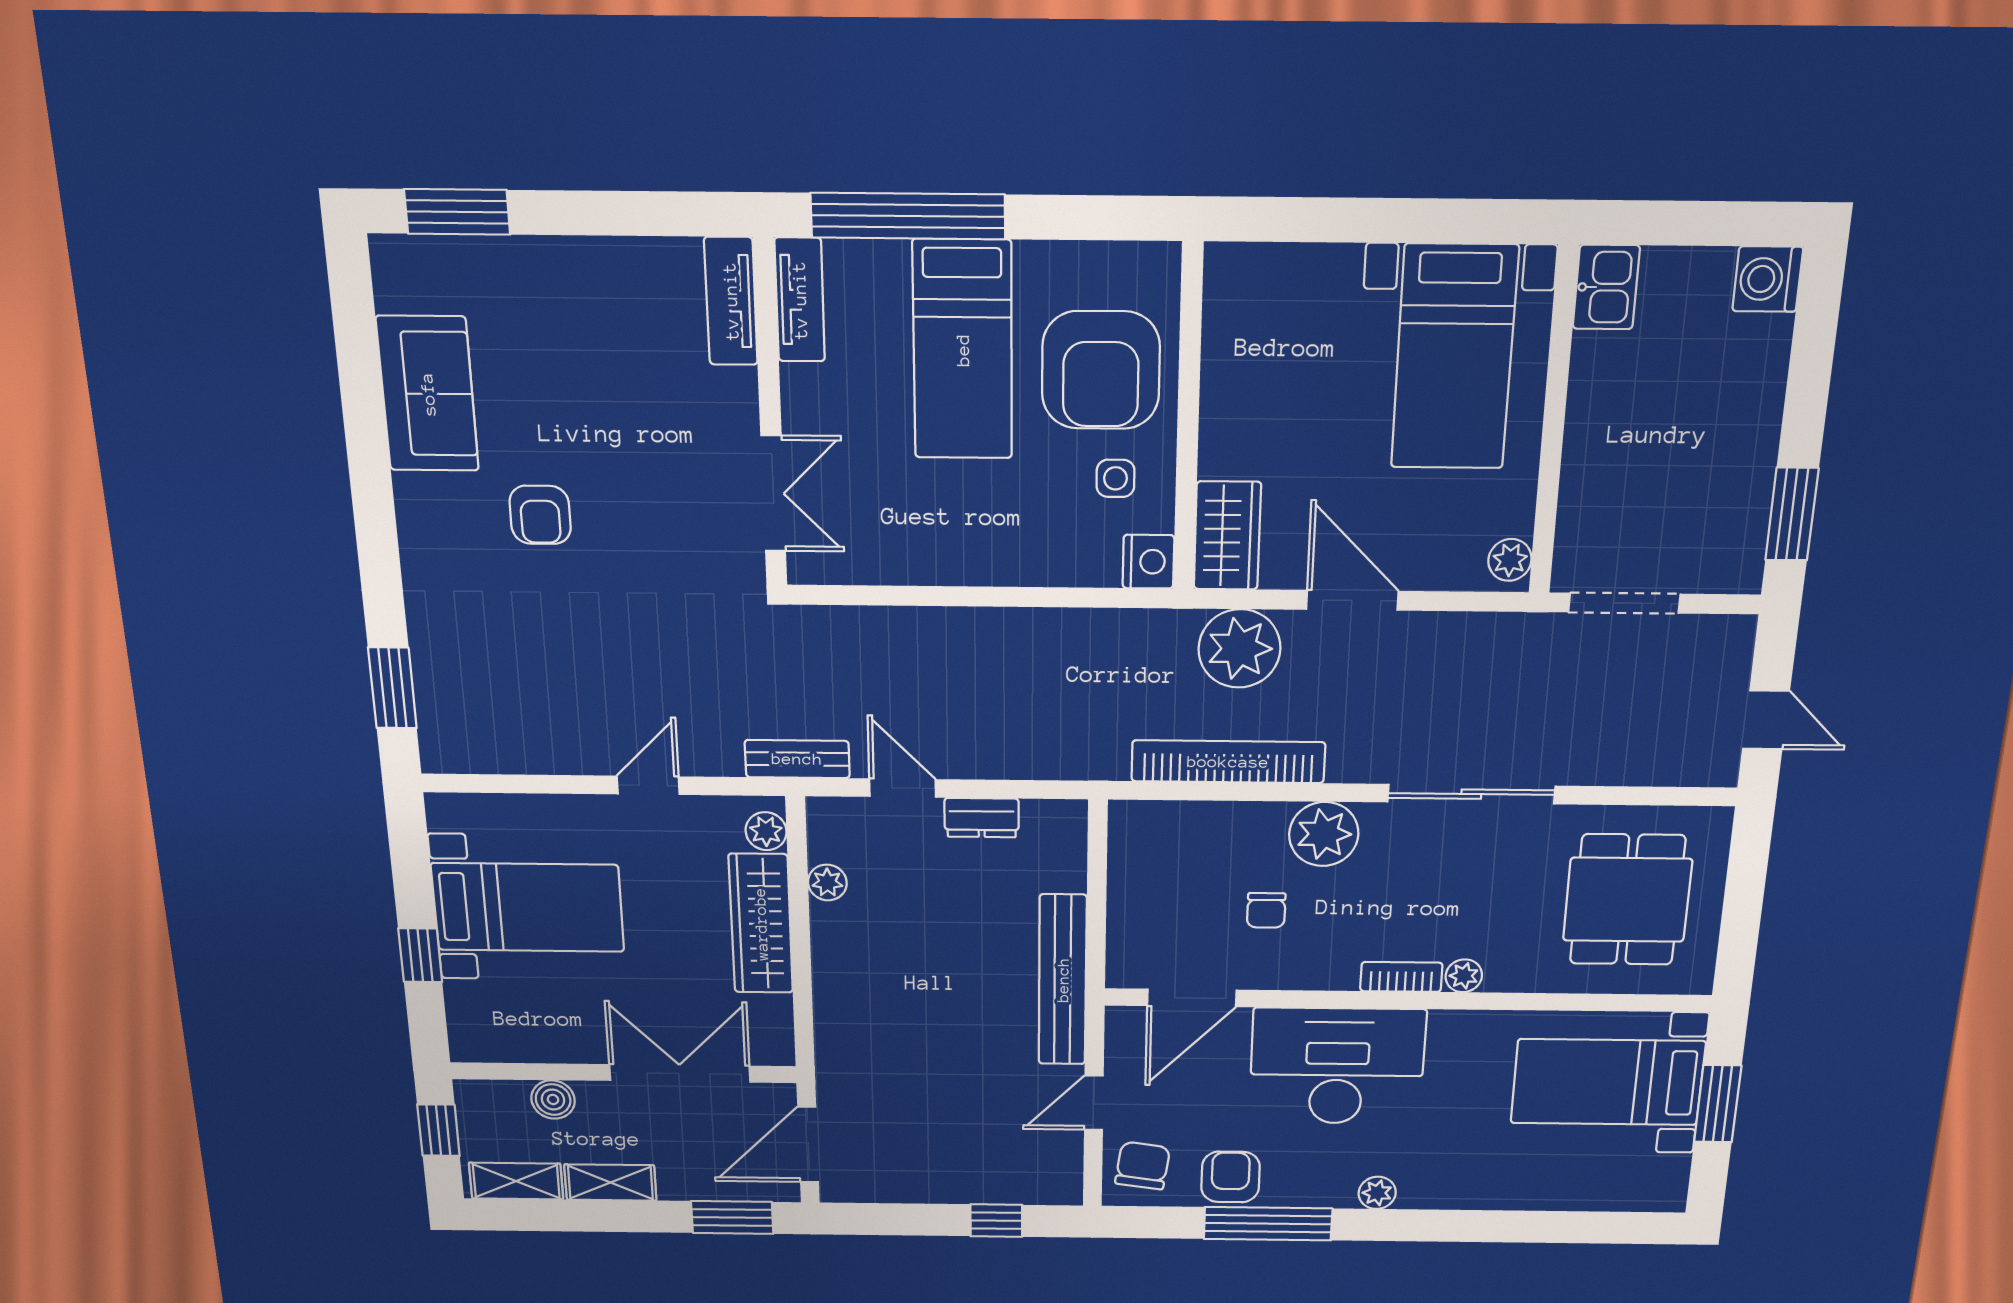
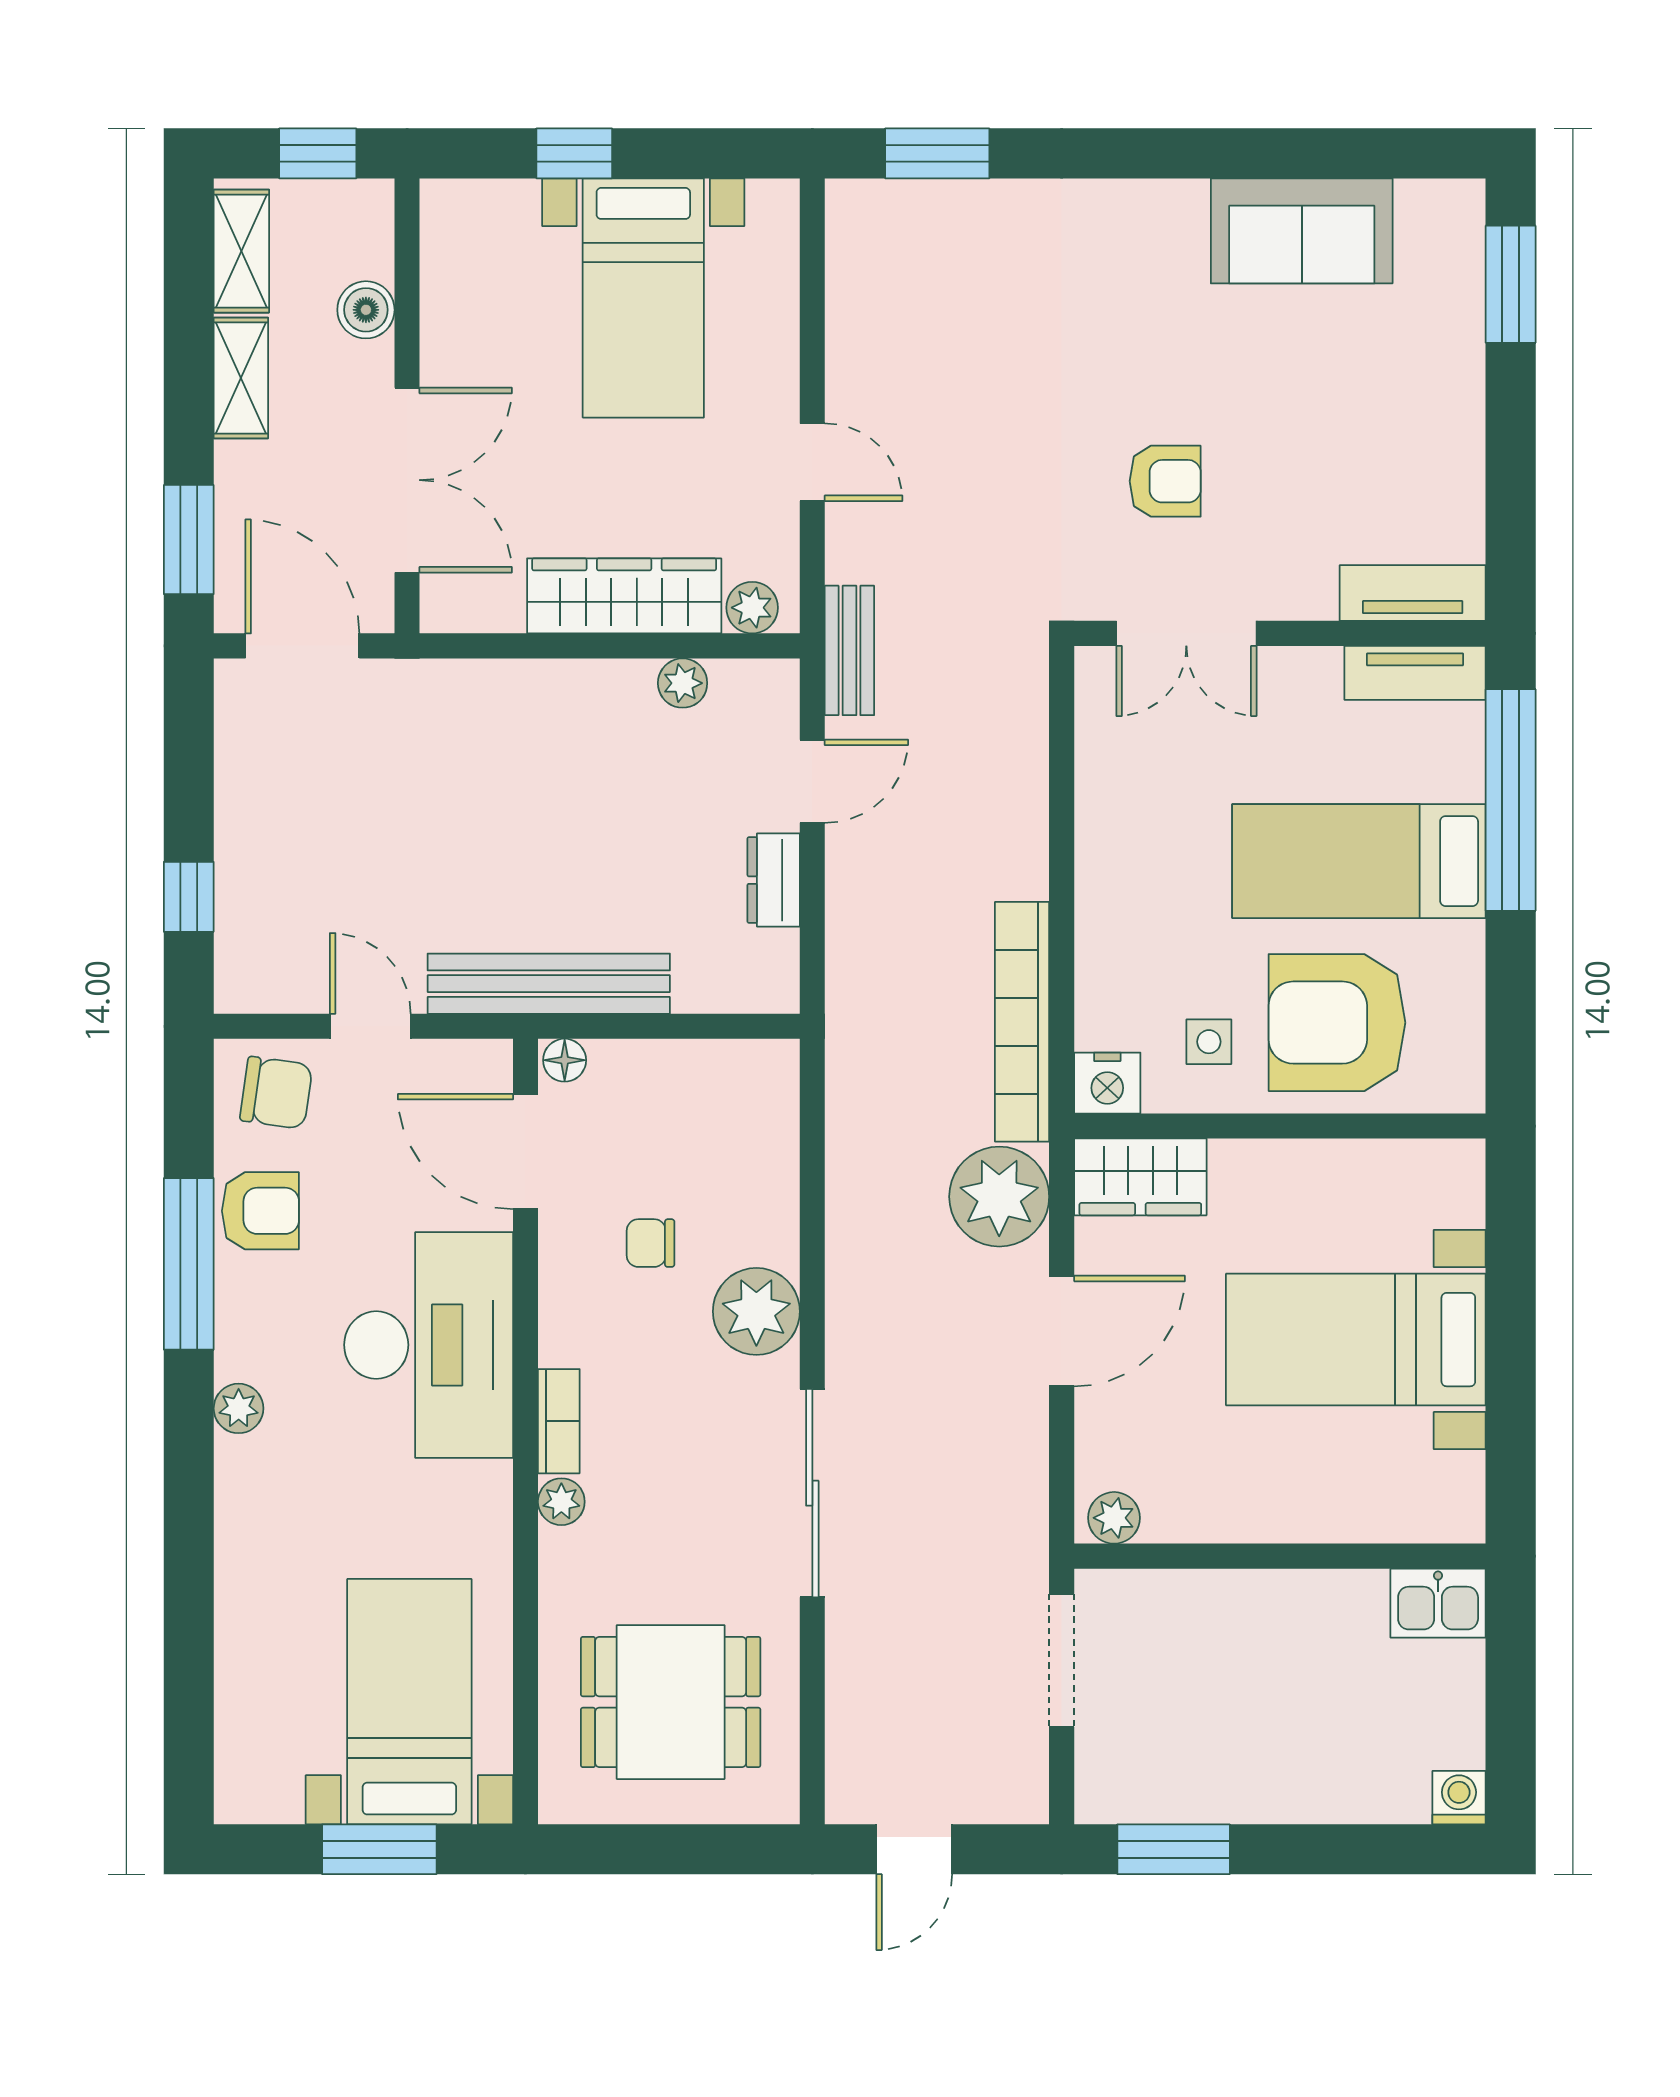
washing machine: (1768, 279) -> (1459, 1798), width x0.73, depth x0.73
bed with nightstands: (1454, 357) -> (1356, 1340), moved
armchair: (540, 515) -> (1165, 481), moved, turned 180
bookcase: (1228, 762) -> (1022, 1022), moved, turned 180
floor lamp: (1122, 970) -> (565, 1060), added

